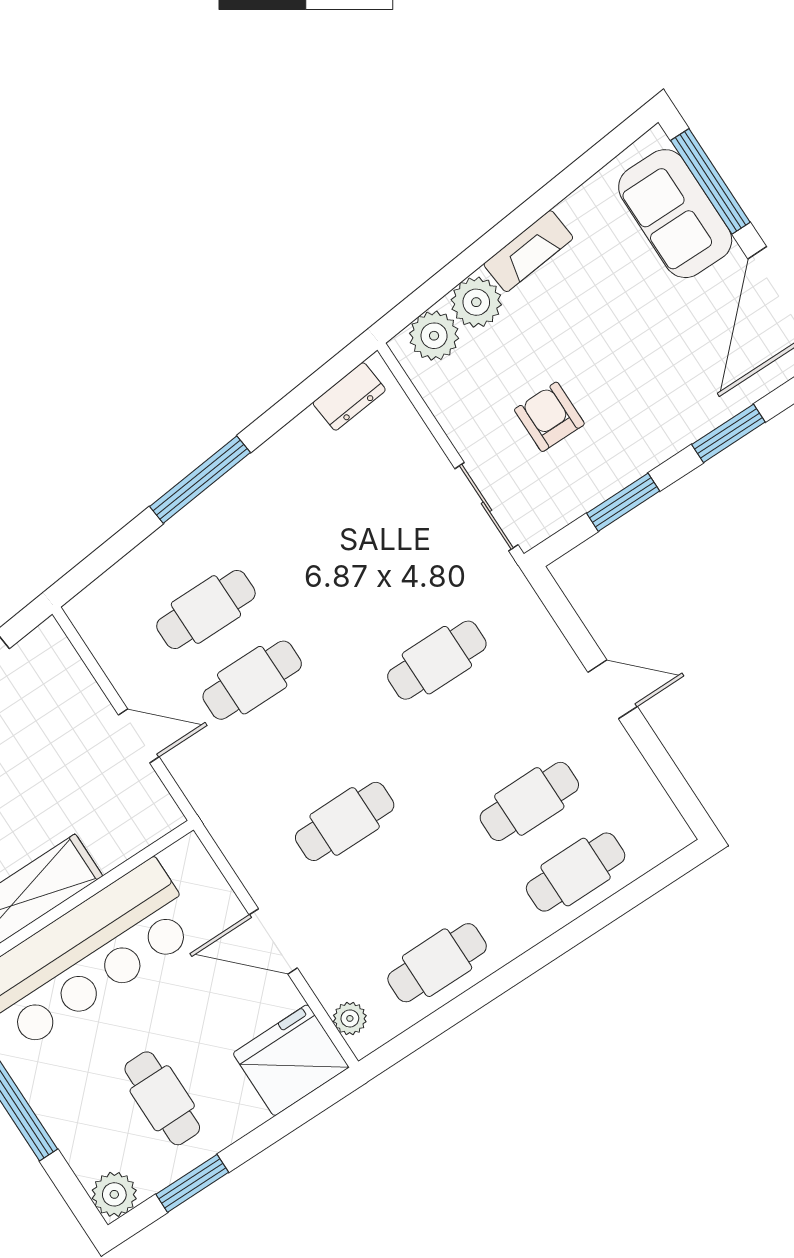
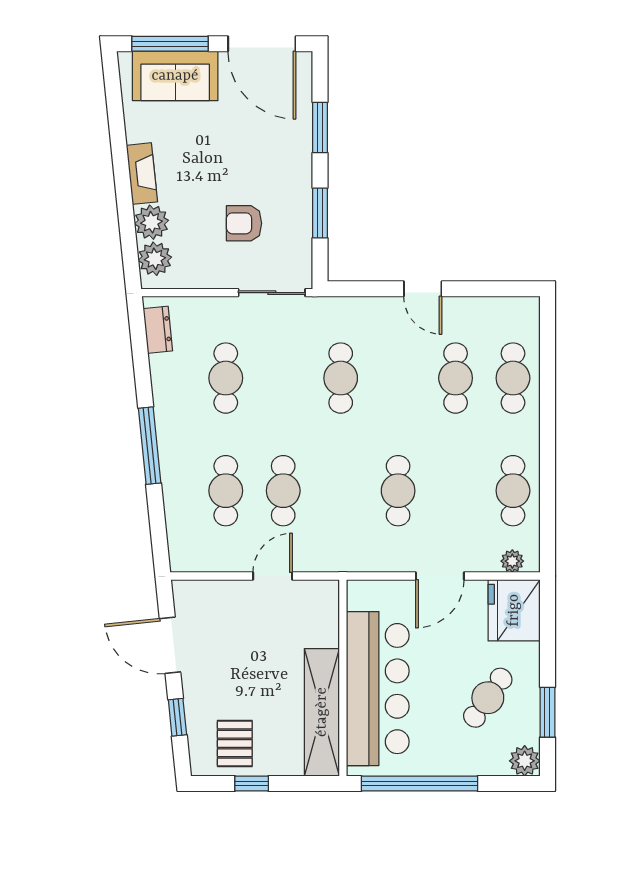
cafe table: (344, 519) -> (226, 378), added
door: (613, 689) -> (423, 289), swing flipped
cafe table: (162, 1098) -> (488, 698), turned -55

